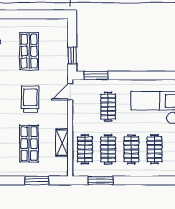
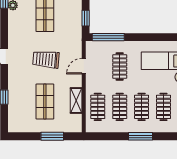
window: (96, 76) -> (108, 37), width x1.44
door: (70, 92) -> (84, 66), moved
trolley: (30, 99) -> (46, 59), turned -85
window: (101, 180) -> (140, 136), moved

